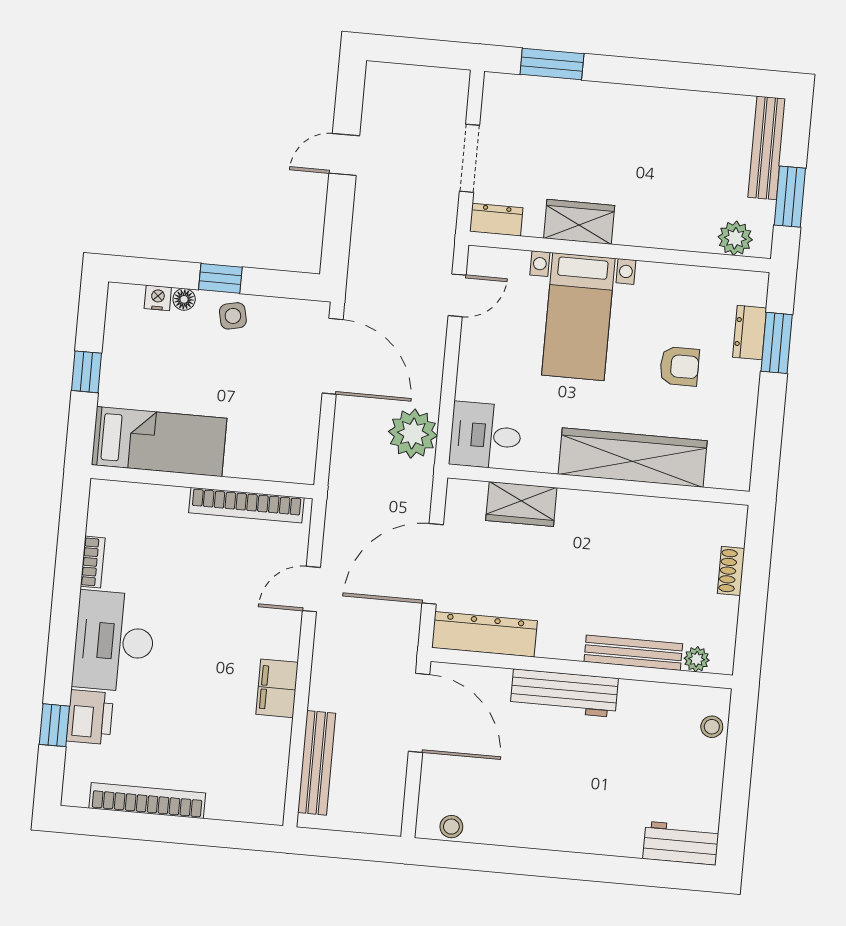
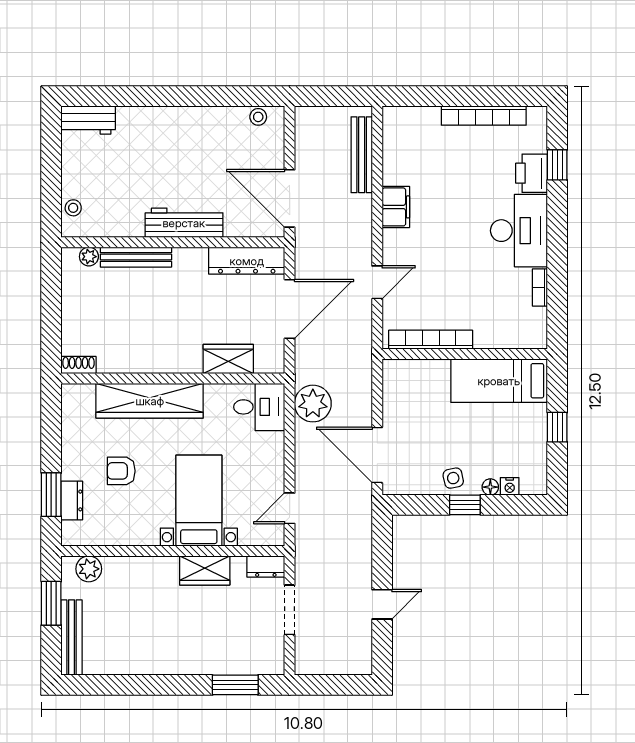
shoe rack: (731, 571) -> (79, 365), moved, turned -90

